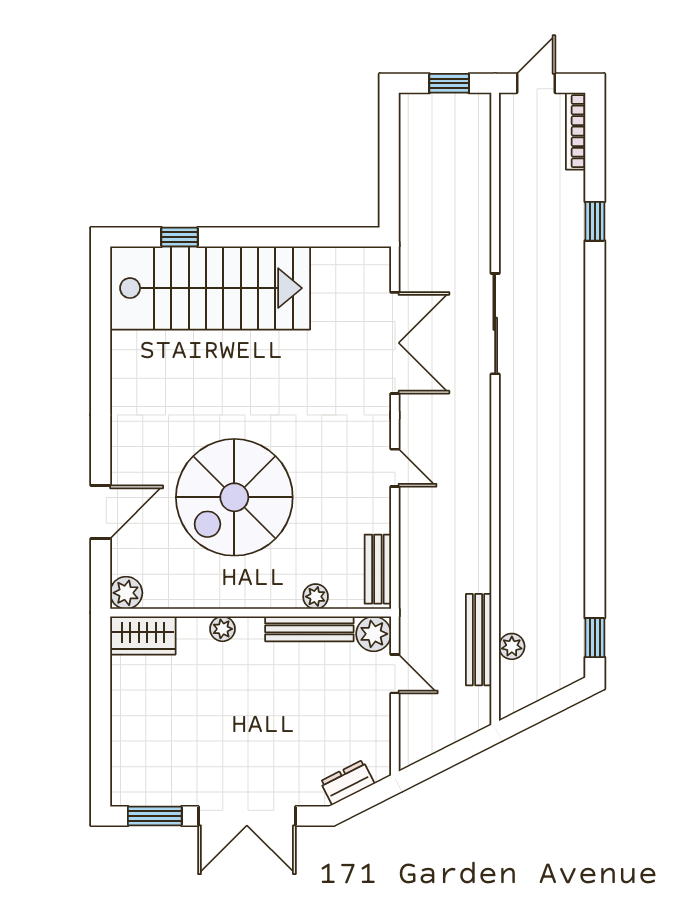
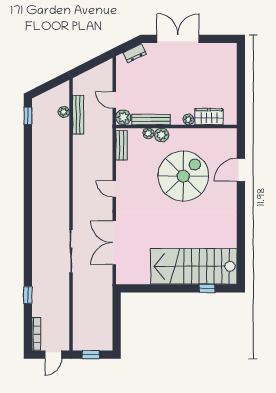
plant: (126, 593) -> (162, 135), moved
wardrobe: (143, 636) -> (209, 117), moved
window: (155, 816) -> (218, 39), removed

